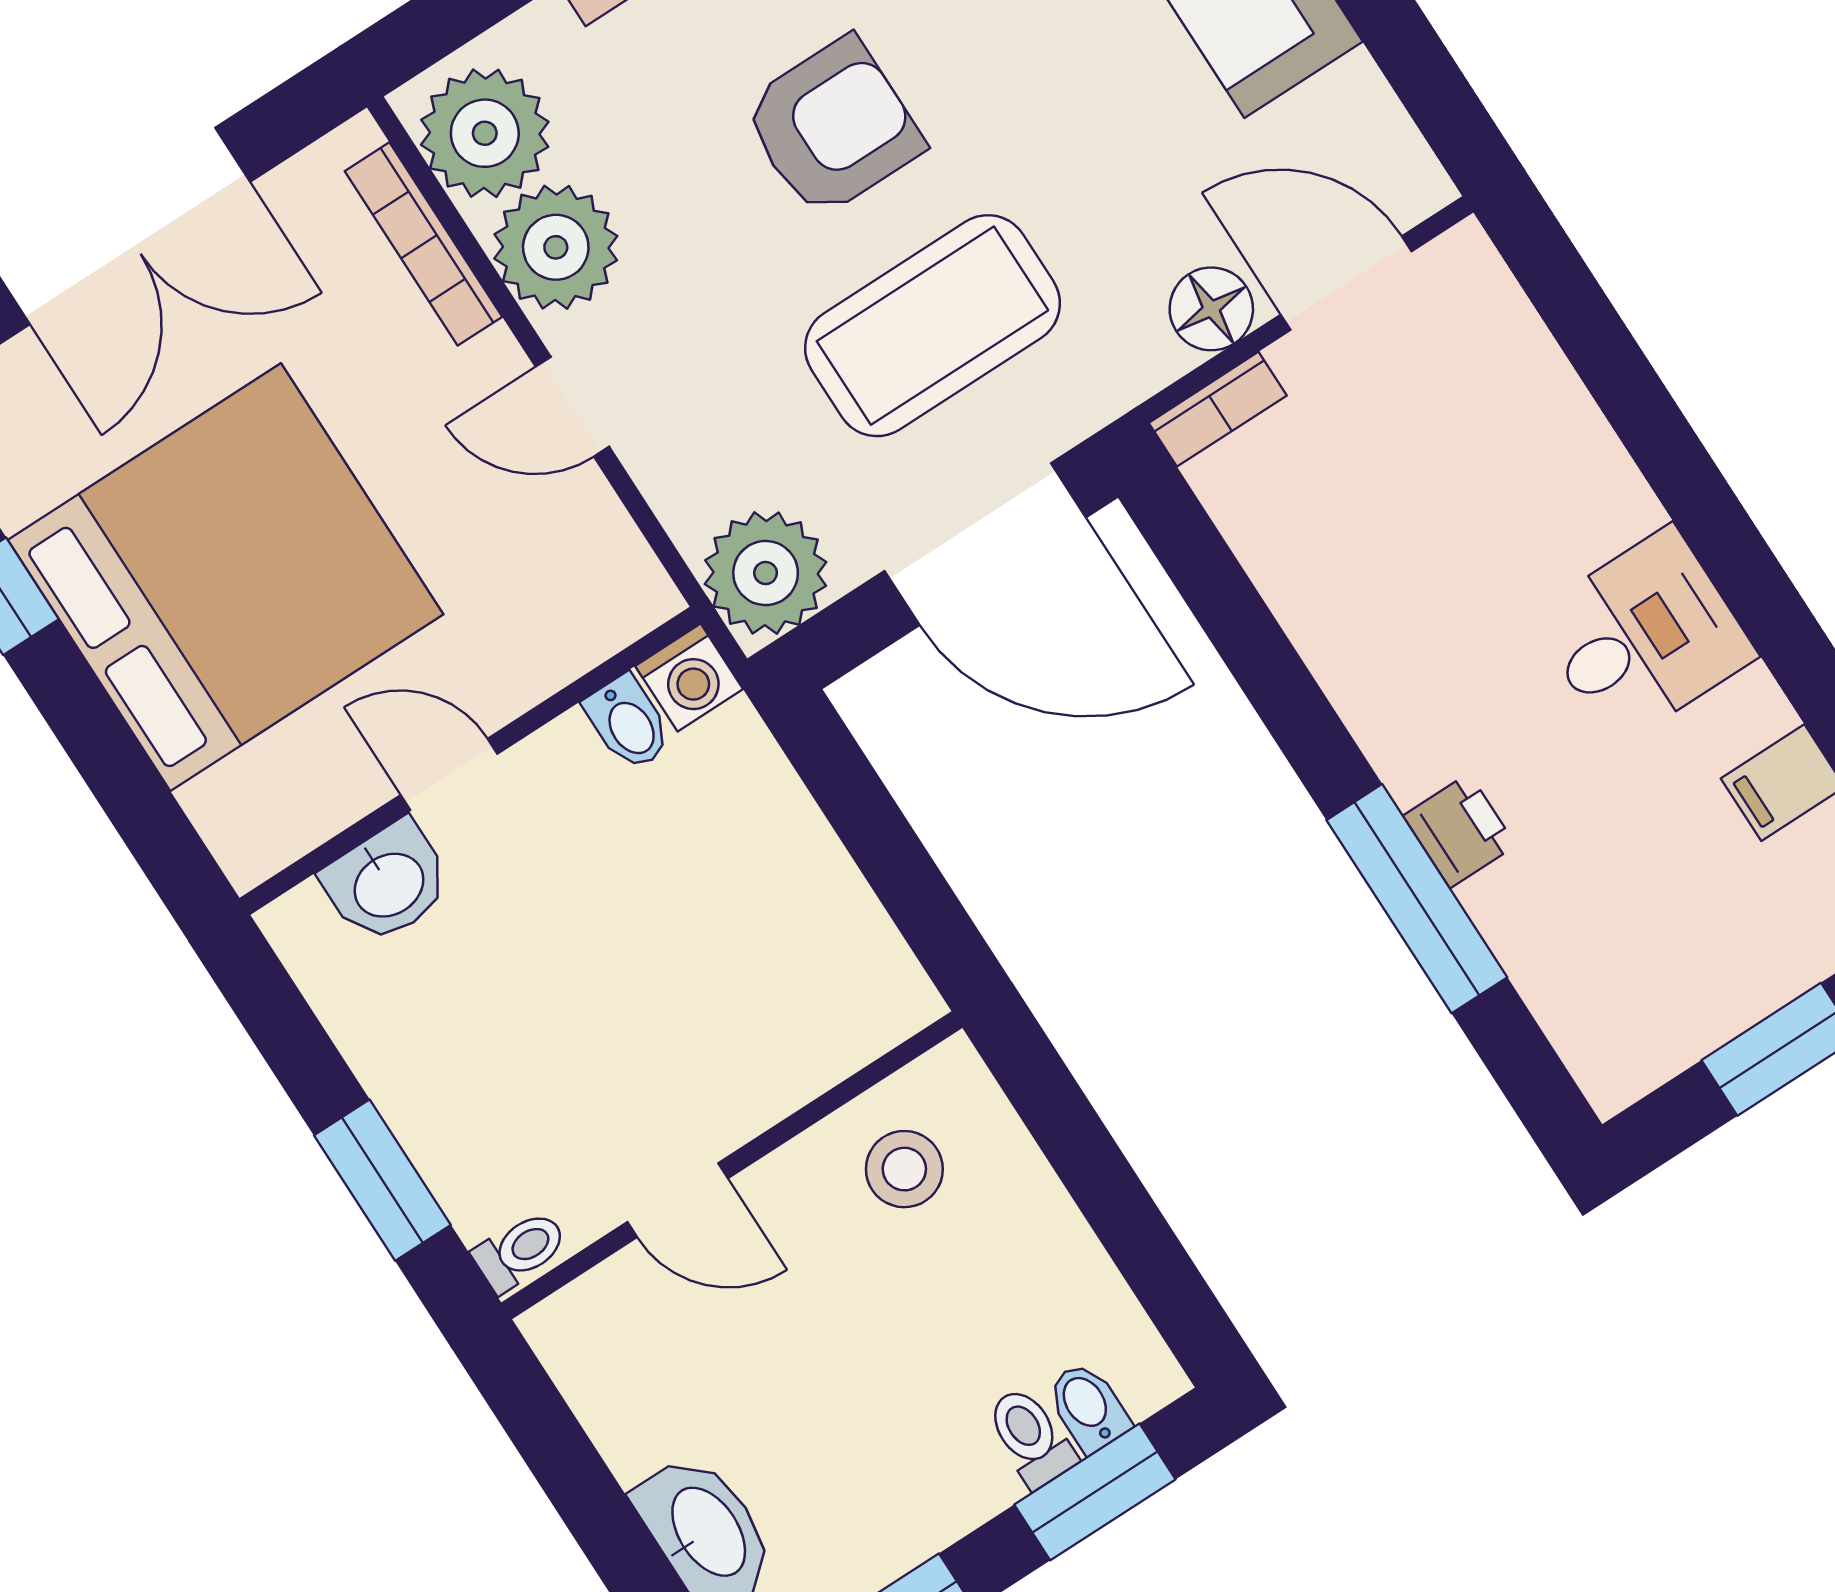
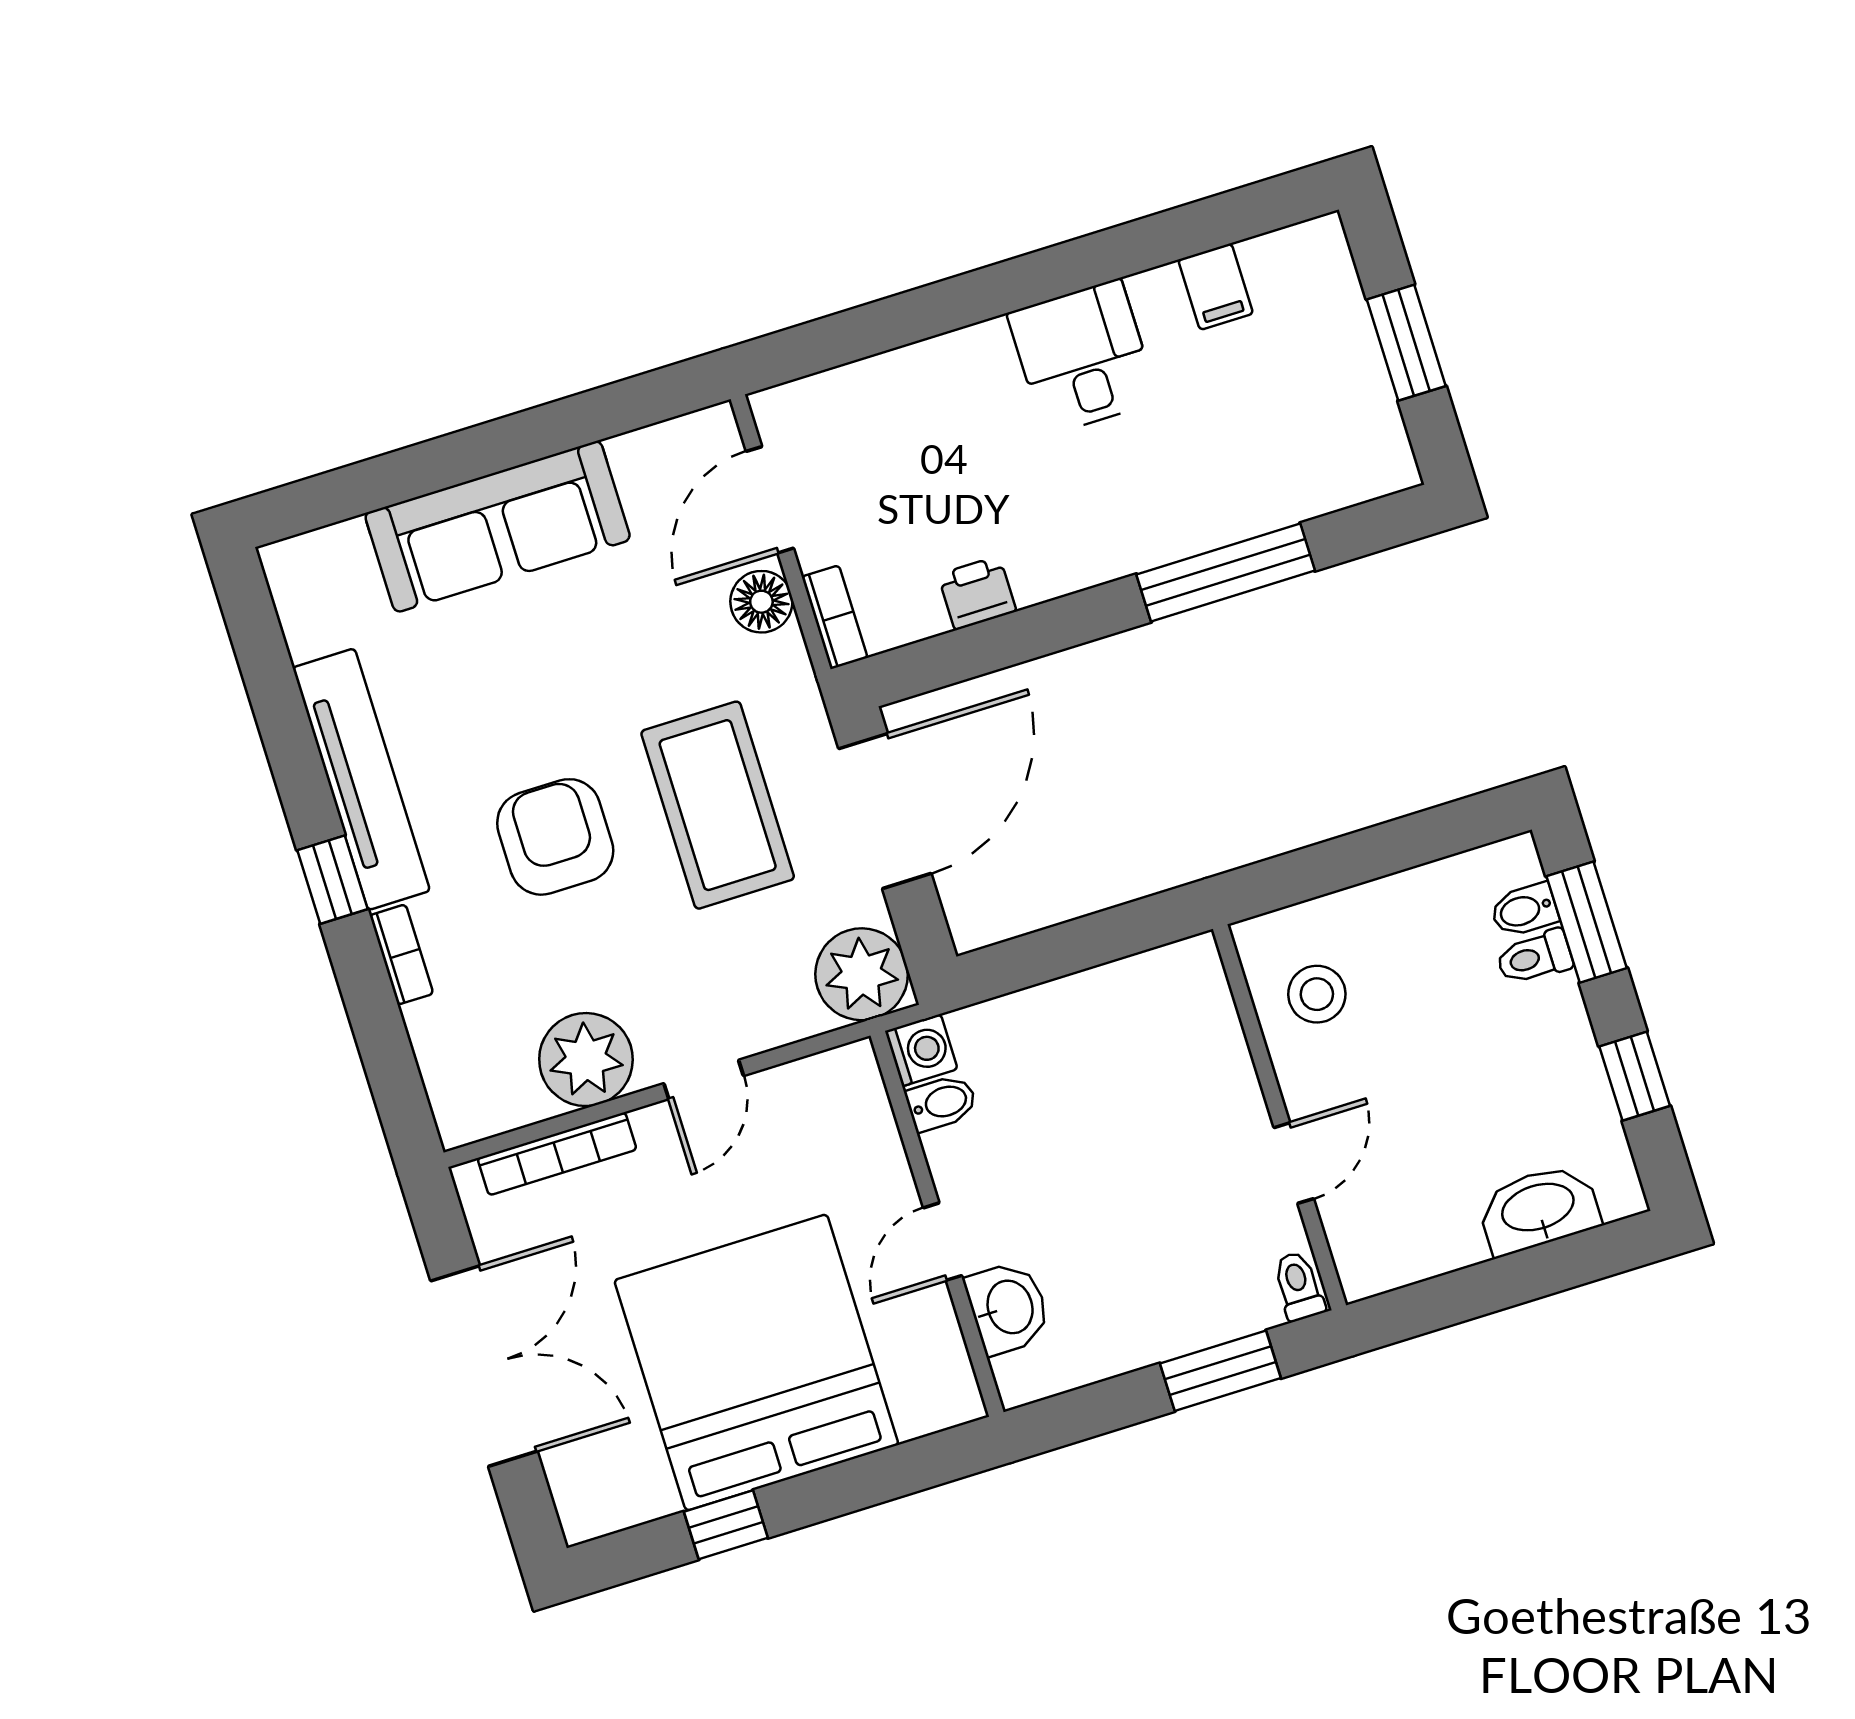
plant: (485, 133) -> (490, 1088), removed
printer: (1459, 831) -> (977, 593), moved

